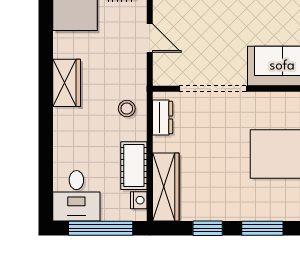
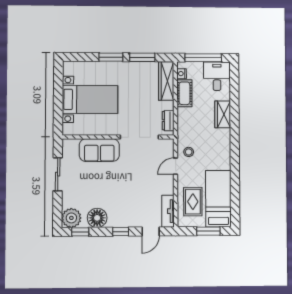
door: (150, 38) -> (176, 166), hinge flipped
wardrobe: (67, 83) -> (223, 114), moved
stool: (127, 109) -> (189, 152), moved
window: (208, 228) -> (142, 57), width x1.50

